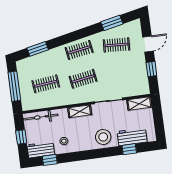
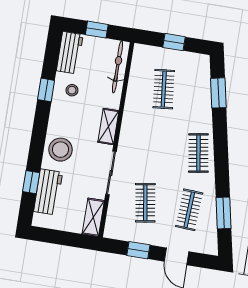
clothes rail: (83, 79) -> (145, 203), moved
window: (14, 86) -> (174, 42), width x0.46
window: (50, 160) -> (46, 90), moved

